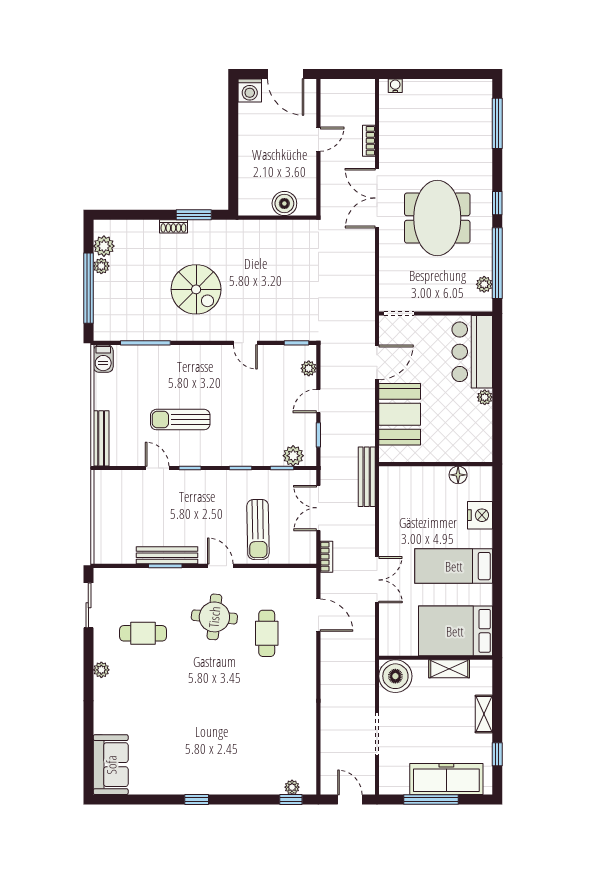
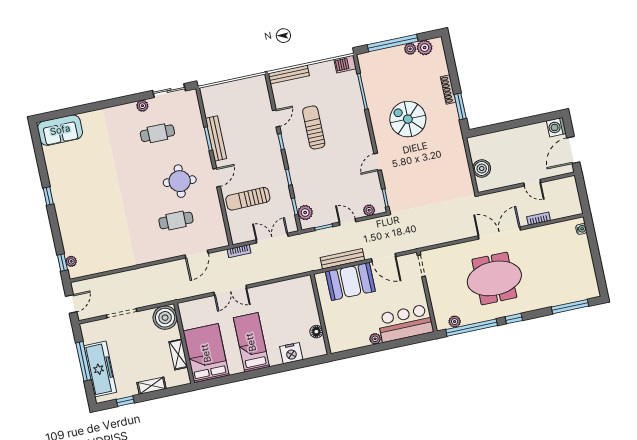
shoe rack: (173, 226) -> (448, 89), width x1.43
spiral stairs: (196, 289) -> (408, 119), turned 90
bench: (367, 477) -> (342, 259), moved
cafe table: (143, 633) -> (157, 133), turned 90
plant: (101, 670) -> (142, 106), moved

